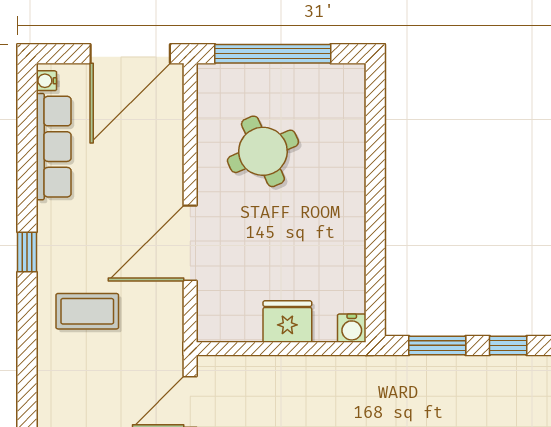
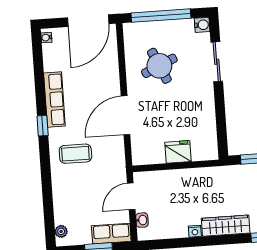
row of seats: (54, 147) -> (54, 100), moved
sliding door: (375, 151) -> (217, 62), added
water cooler: (352, 328) -> (202, 25), moved, turned -90

